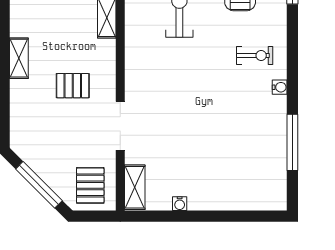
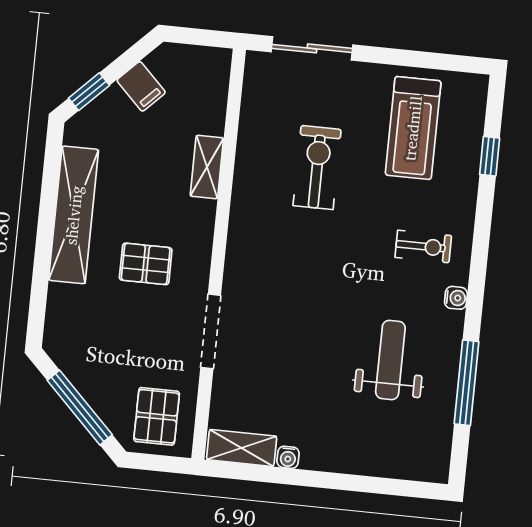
shelving: (19, 58) -> (74, 215), width x2.20, depth x1.33
weight bench: (241, 133) -> (390, 360), added
shelving: (135, 187) -> (242, 448), moved, turned 90

